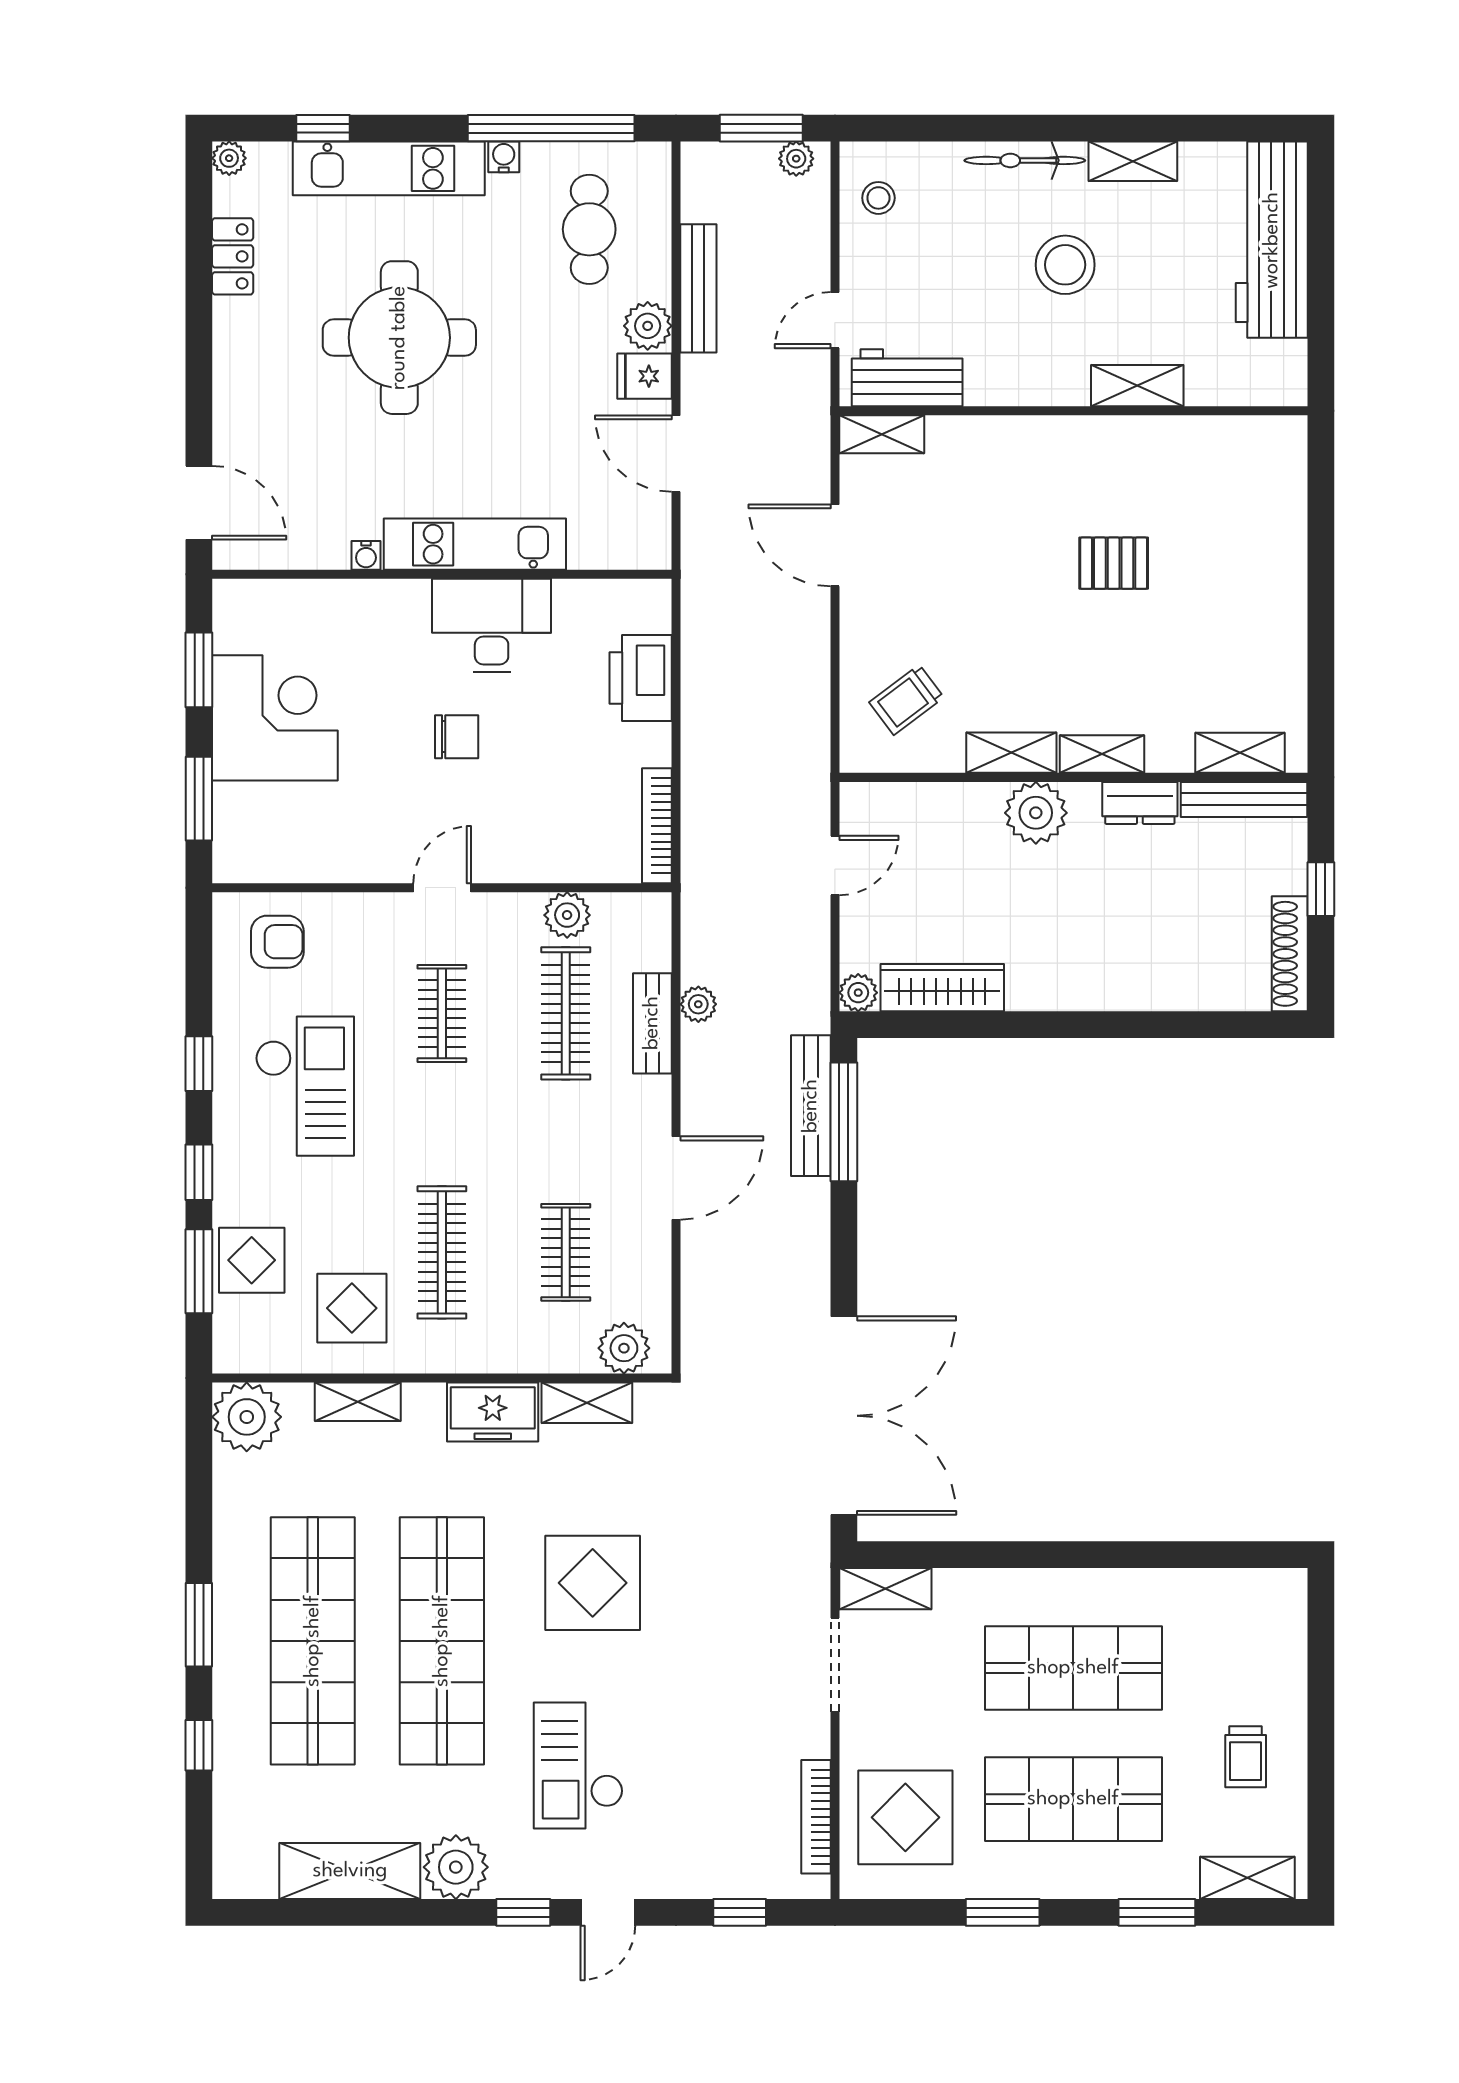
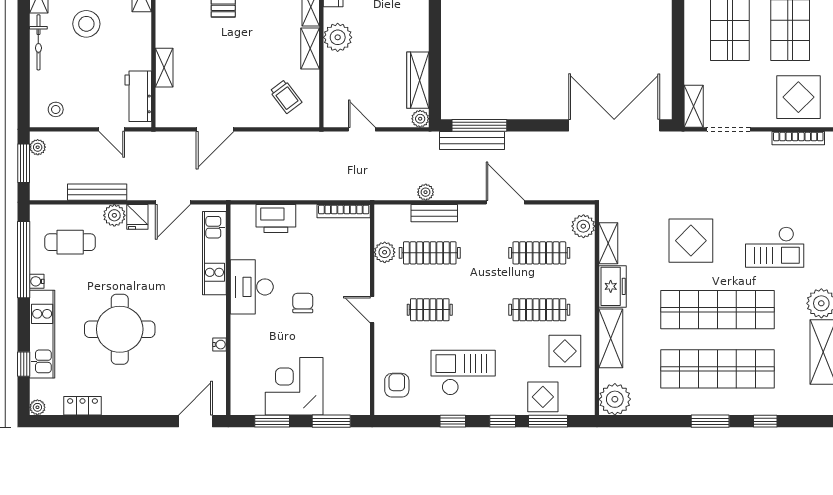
shelving: (882, 434) -> (164, 68), moved
kitchen unit: (475, 544) -> (214, 253), moved
clothes rail: (566, 1252) -> (539, 253), width x1.36
shelving: (358, 1402) -> (611, 338), width x1.50, depth x1.33

